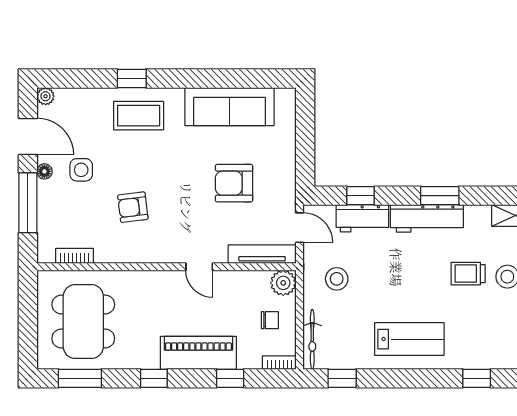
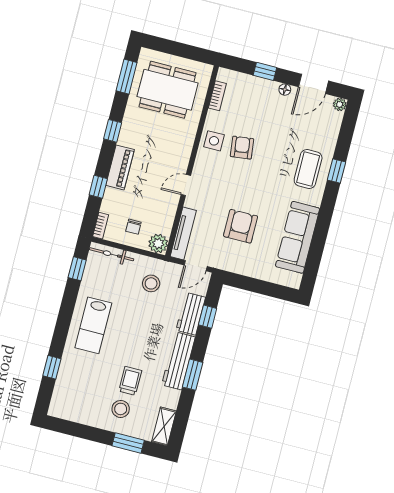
side table: (81, 170) -> (214, 141), moved
window: (28, 203) -> (265, 71), width x0.46
piano: (198, 353) -> (120, 167), width x0.73, depth x0.75

